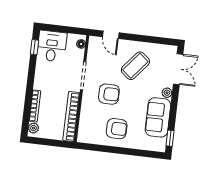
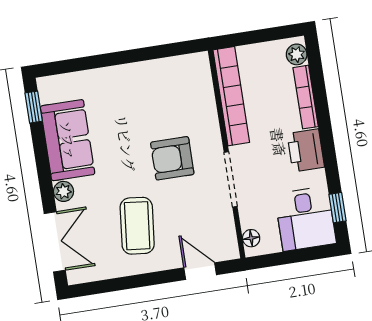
coffee table: (135, 66) -> (137, 226), turned -33
double door: (178, 69) -> (55, 242), swing flipped
printer: (42, 80) -> (306, 150), added
armchair: (117, 129) -> (140, 97), removed

